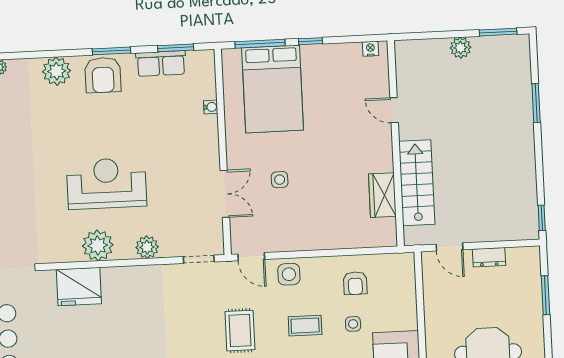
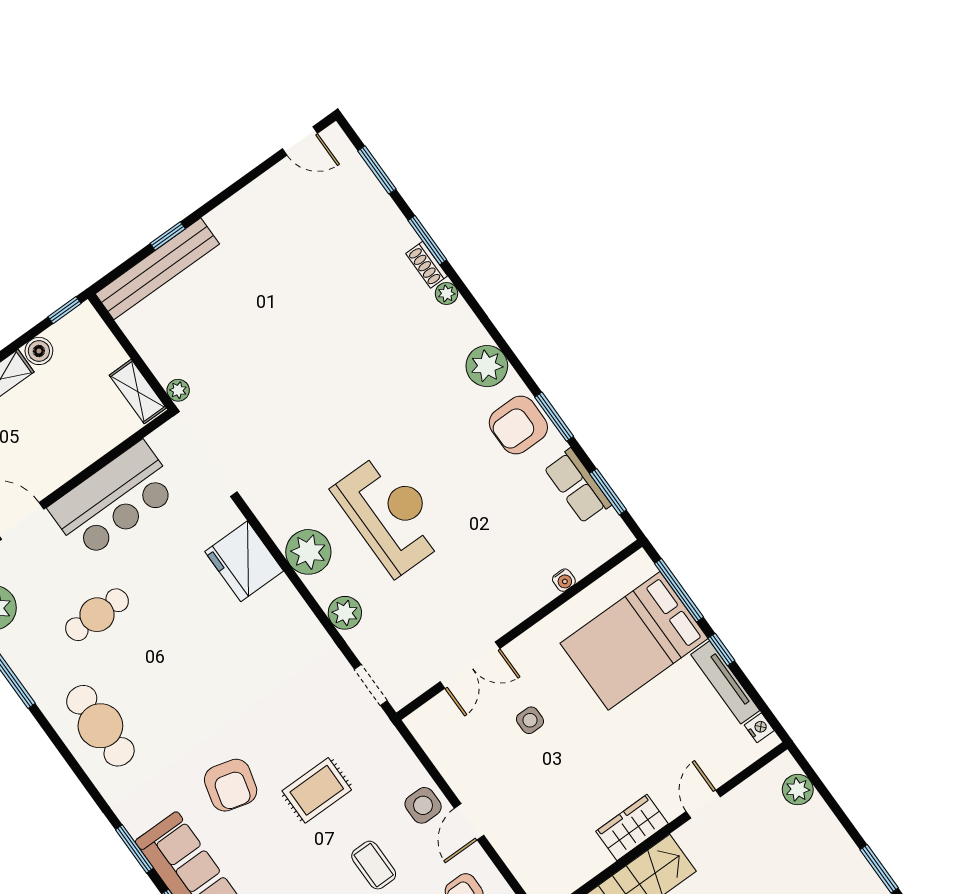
plant: (461, 48) -> (798, 790), moved
tv unit: (331, 51) -> (725, 682), added
wardrobe: (382, 195) -> (632, 827), moved
door: (251, 257) -> (469, 822), moved

